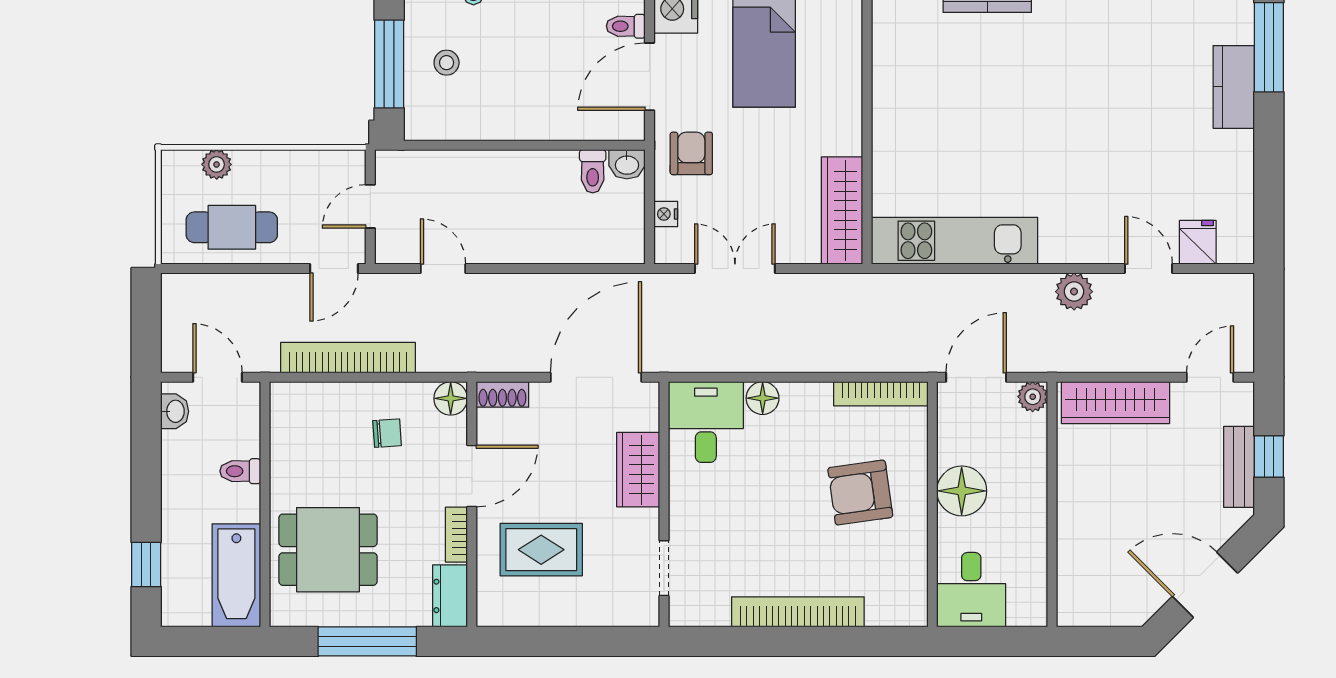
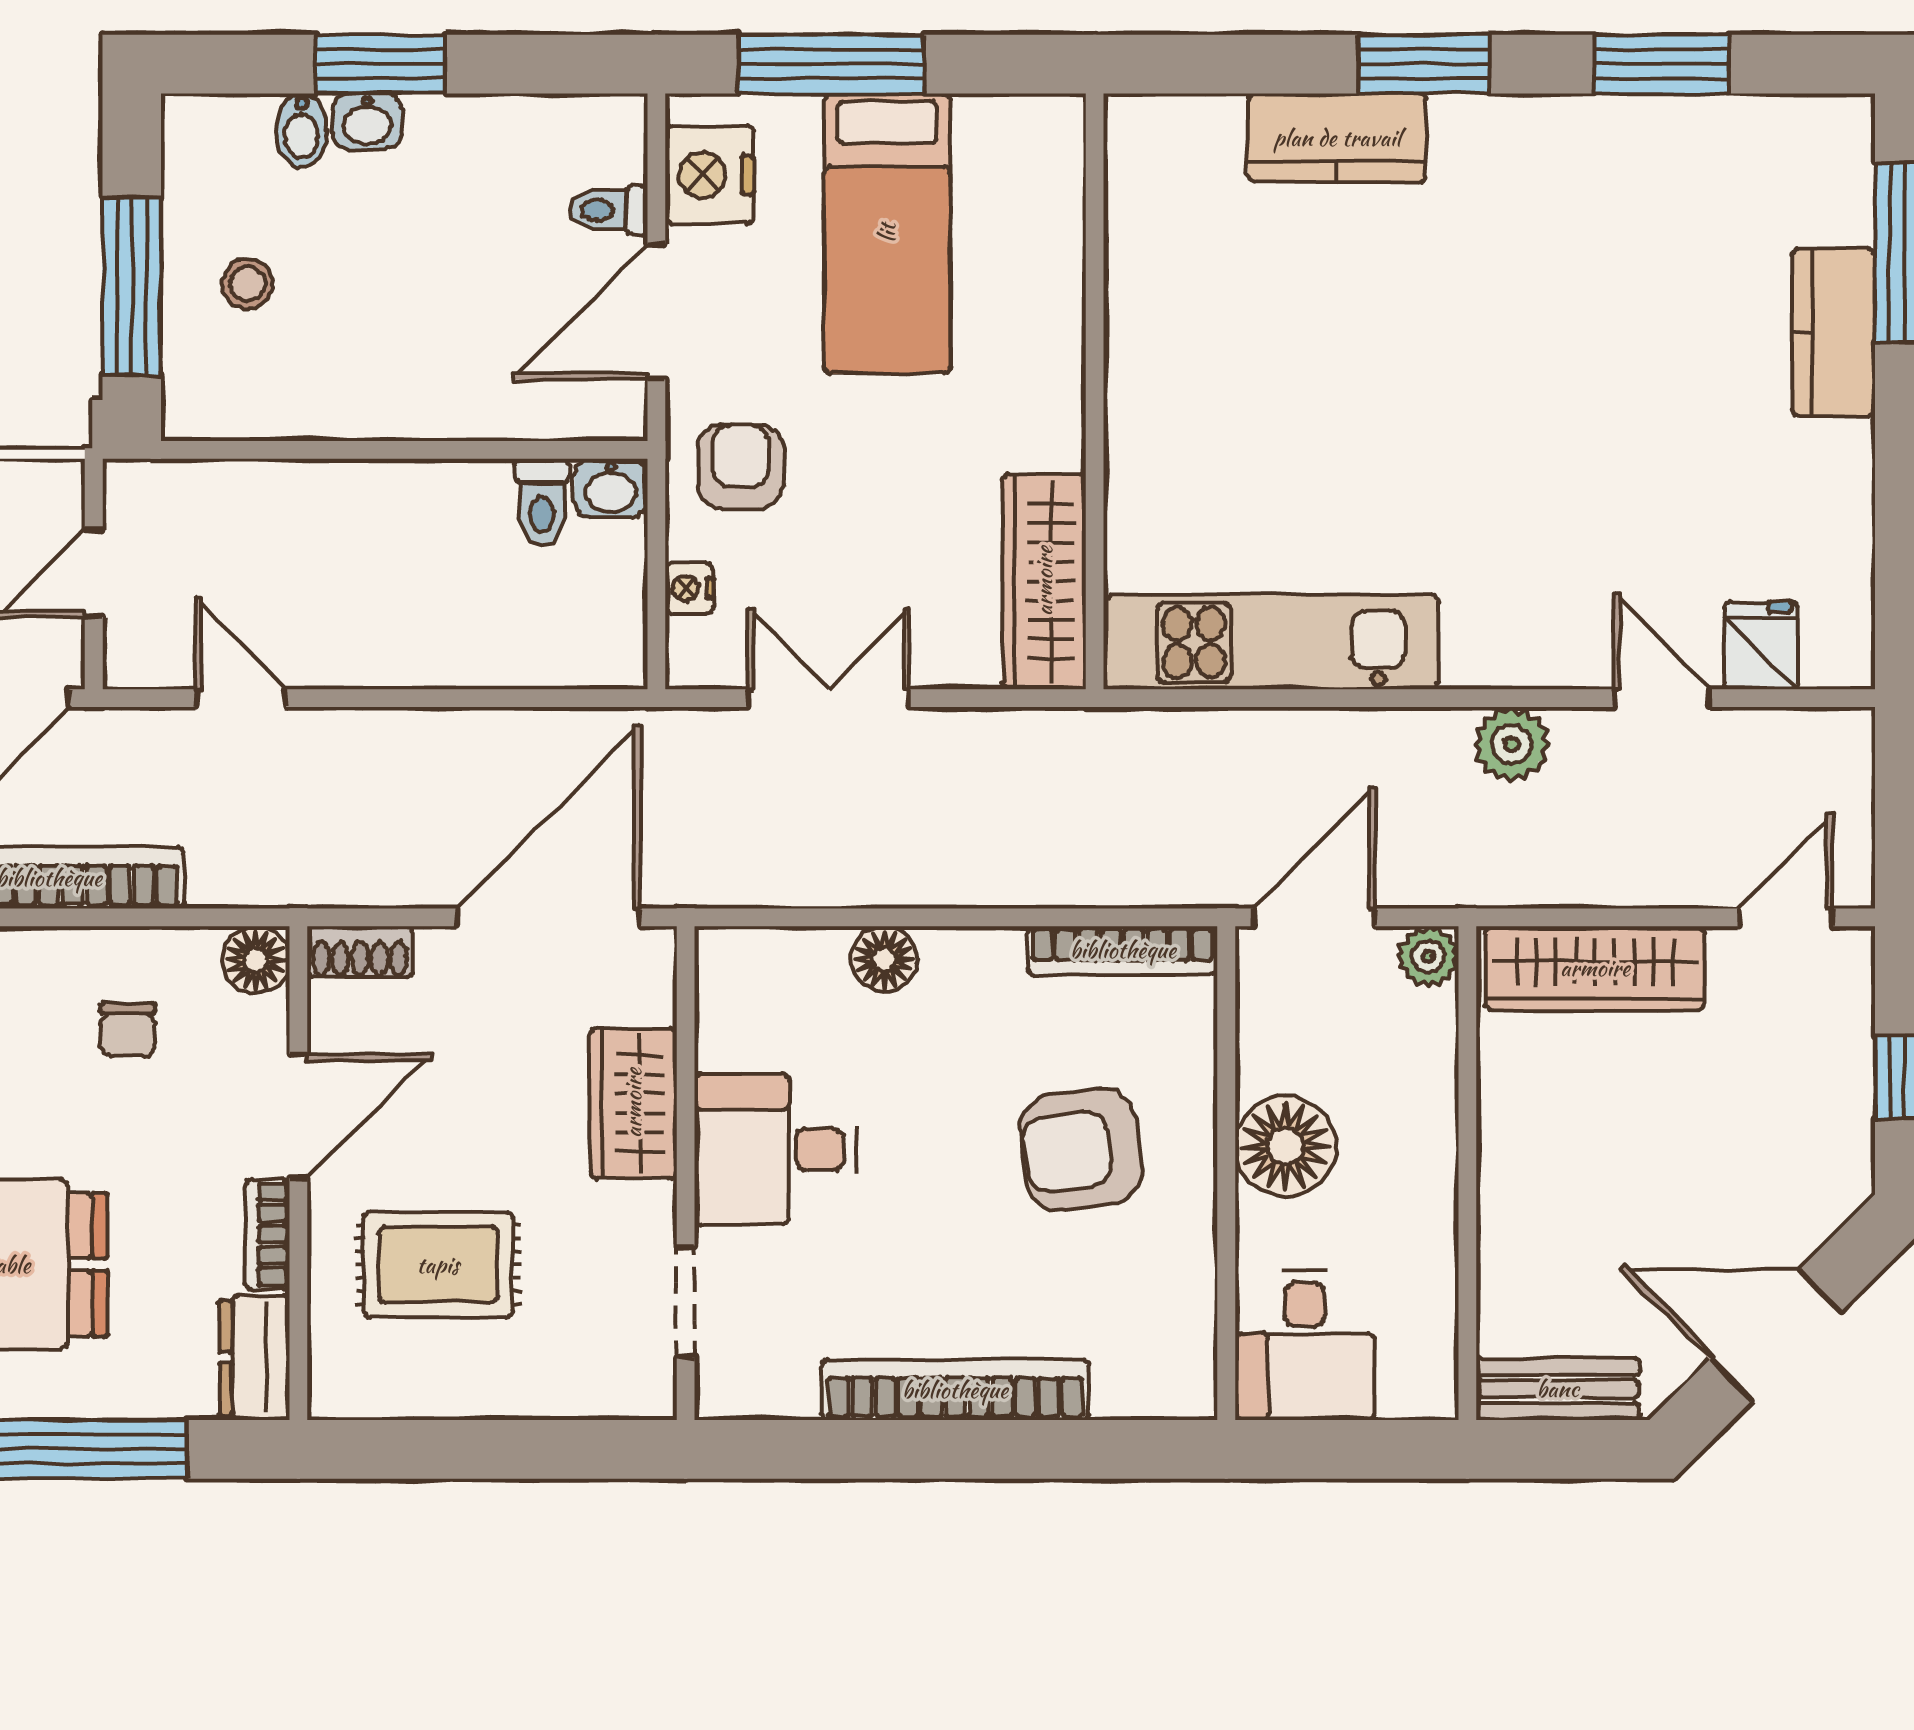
desk: (706, 422) -> (776, 1149), moved, turned -90
chair: (387, 433) -> (128, 1030), turned 94
bench: (1239, 467) -> (1558, 1389), moved, turned 90

